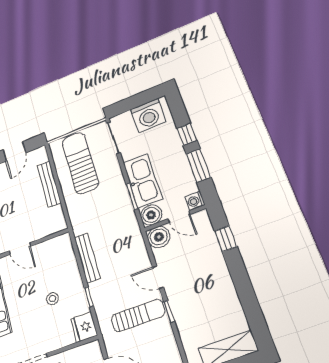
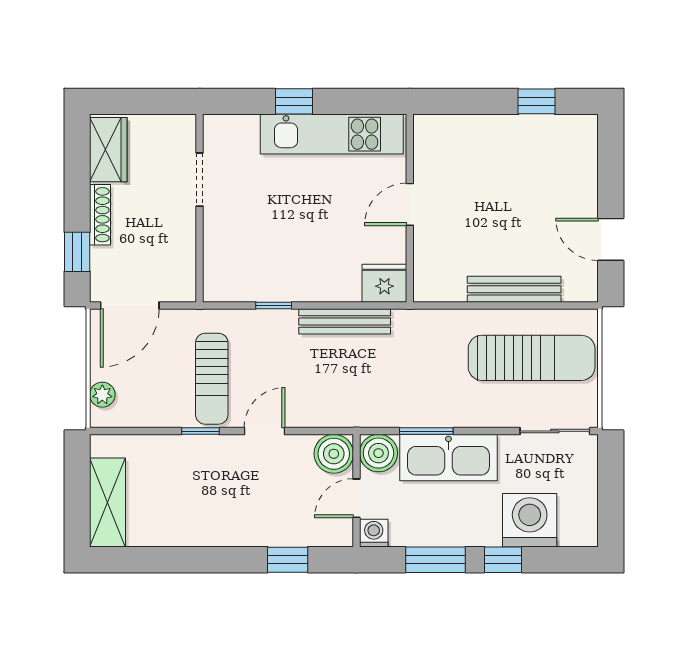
washing machine: (148, 115) -> (530, 520), moved, turned 90
stool: (52, 299) -> (295, 241), removed
fridge: (84, 327) -> (384, 283), moved

